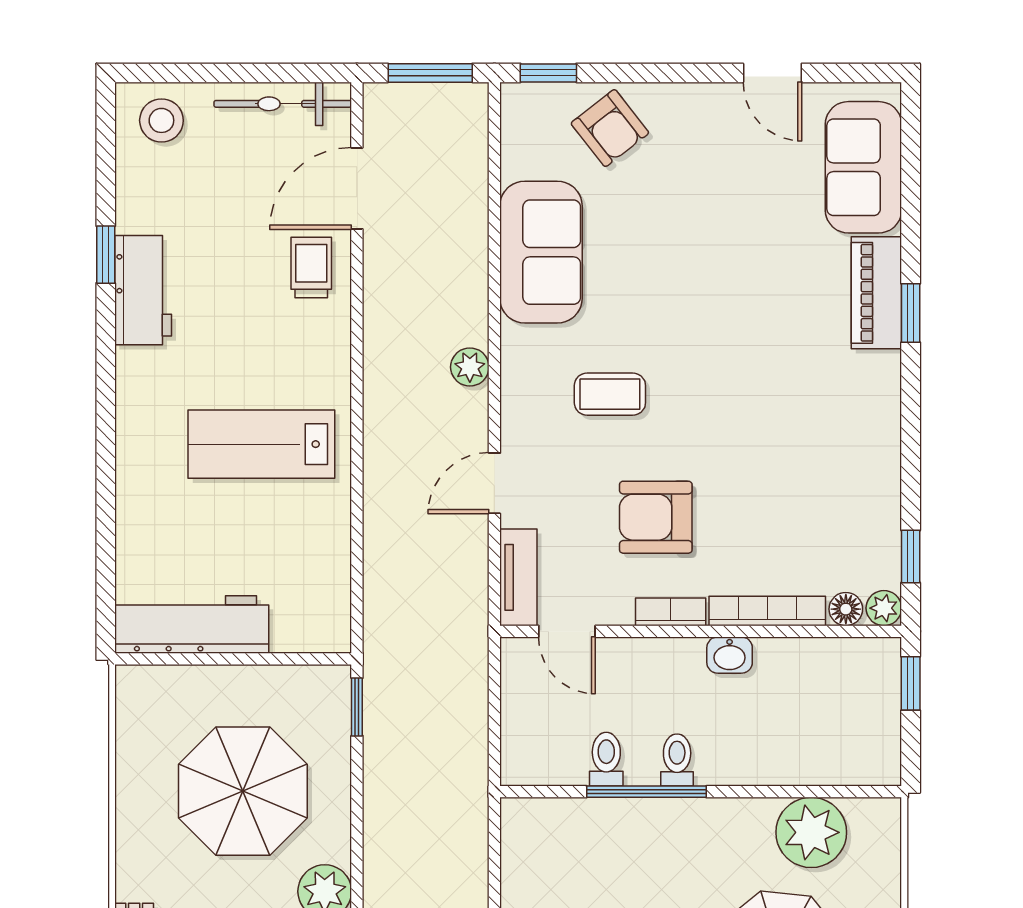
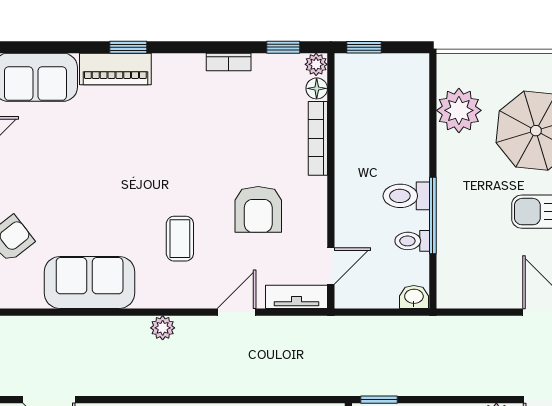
door: (494, 483) -> (237, 312), swing flipped
bookcase: (671, 612) -> (229, 62), moved, turned -90
washbasin: (730, 655) -> (414, 297), moved, turned -90
toilet: (677, 760) -> (406, 196), width x1.37, depth x1.39

